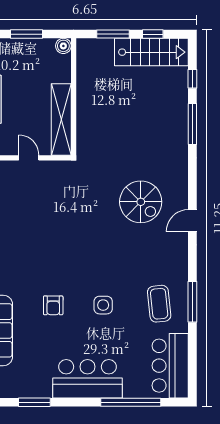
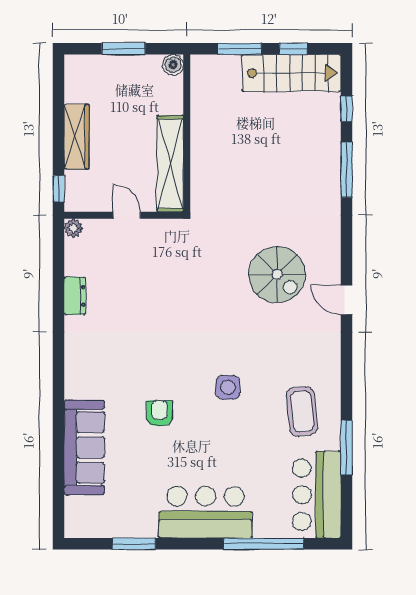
door: (192, 221) -> (347, 300), hinge flipped
window: (192, 302) -> (347, 448), moved
armchair: (53, 305) -> (159, 414), turned 180
side table: (103, 305) -> (228, 387), moved

